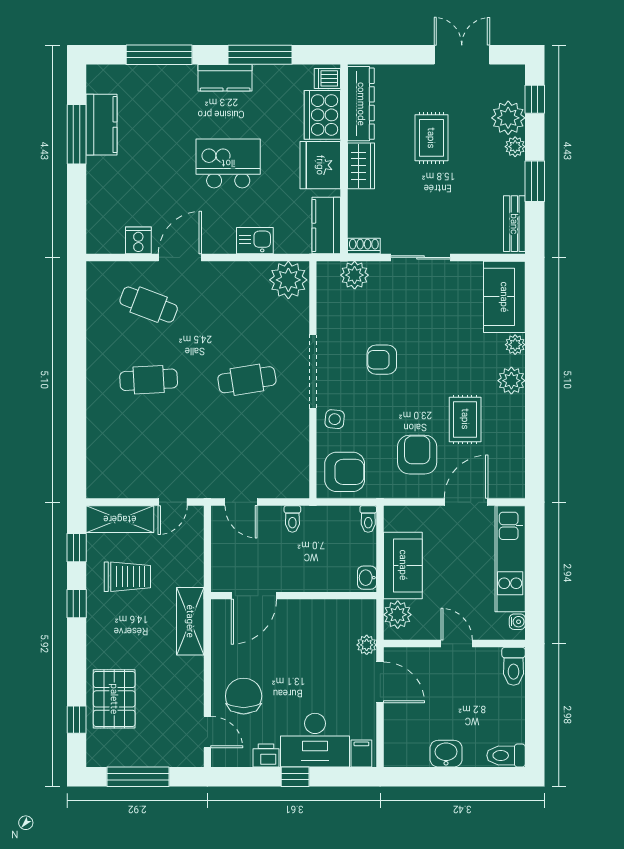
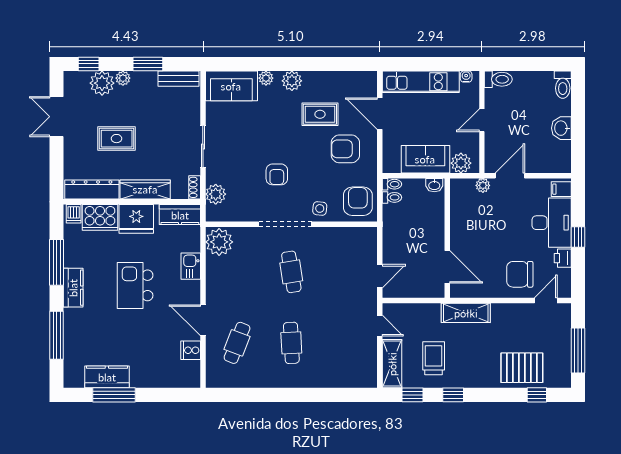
wardrobe: (361, 166) -> (145, 189), width x1.50
toilet: (292, 519) -> (392, 197), moved

